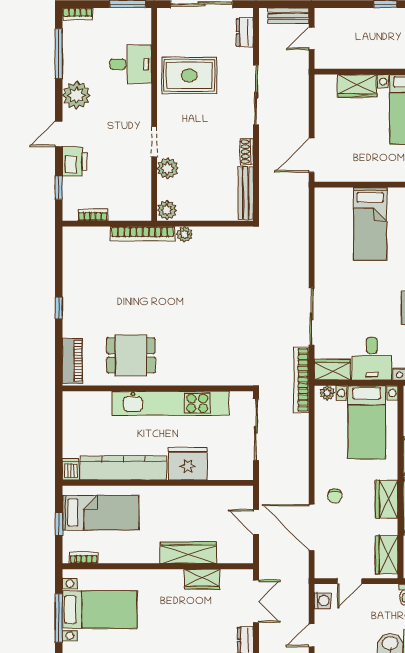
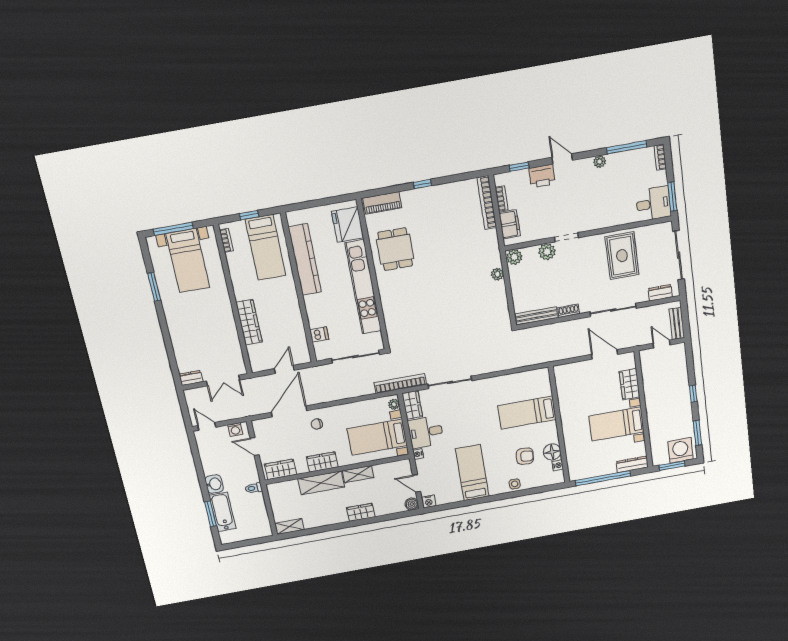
desk: (131, 64) -> (653, 204), moved, turned -90
plant: (76, 95) -> (600, 162), width x0.53, depth x0.53
door: (312, 155) -> (605, 354), moved
filing cabinet: (126, 210) -> (510, 224), added
bookcase: (143, 234) -> (487, 203), moved
fridge: (188, 464) -> (348, 225), moved, turned 180
dishwasher: (71, 469) -> (319, 335), moved
wardrobe: (202, 579) -> (231, 336), removed

